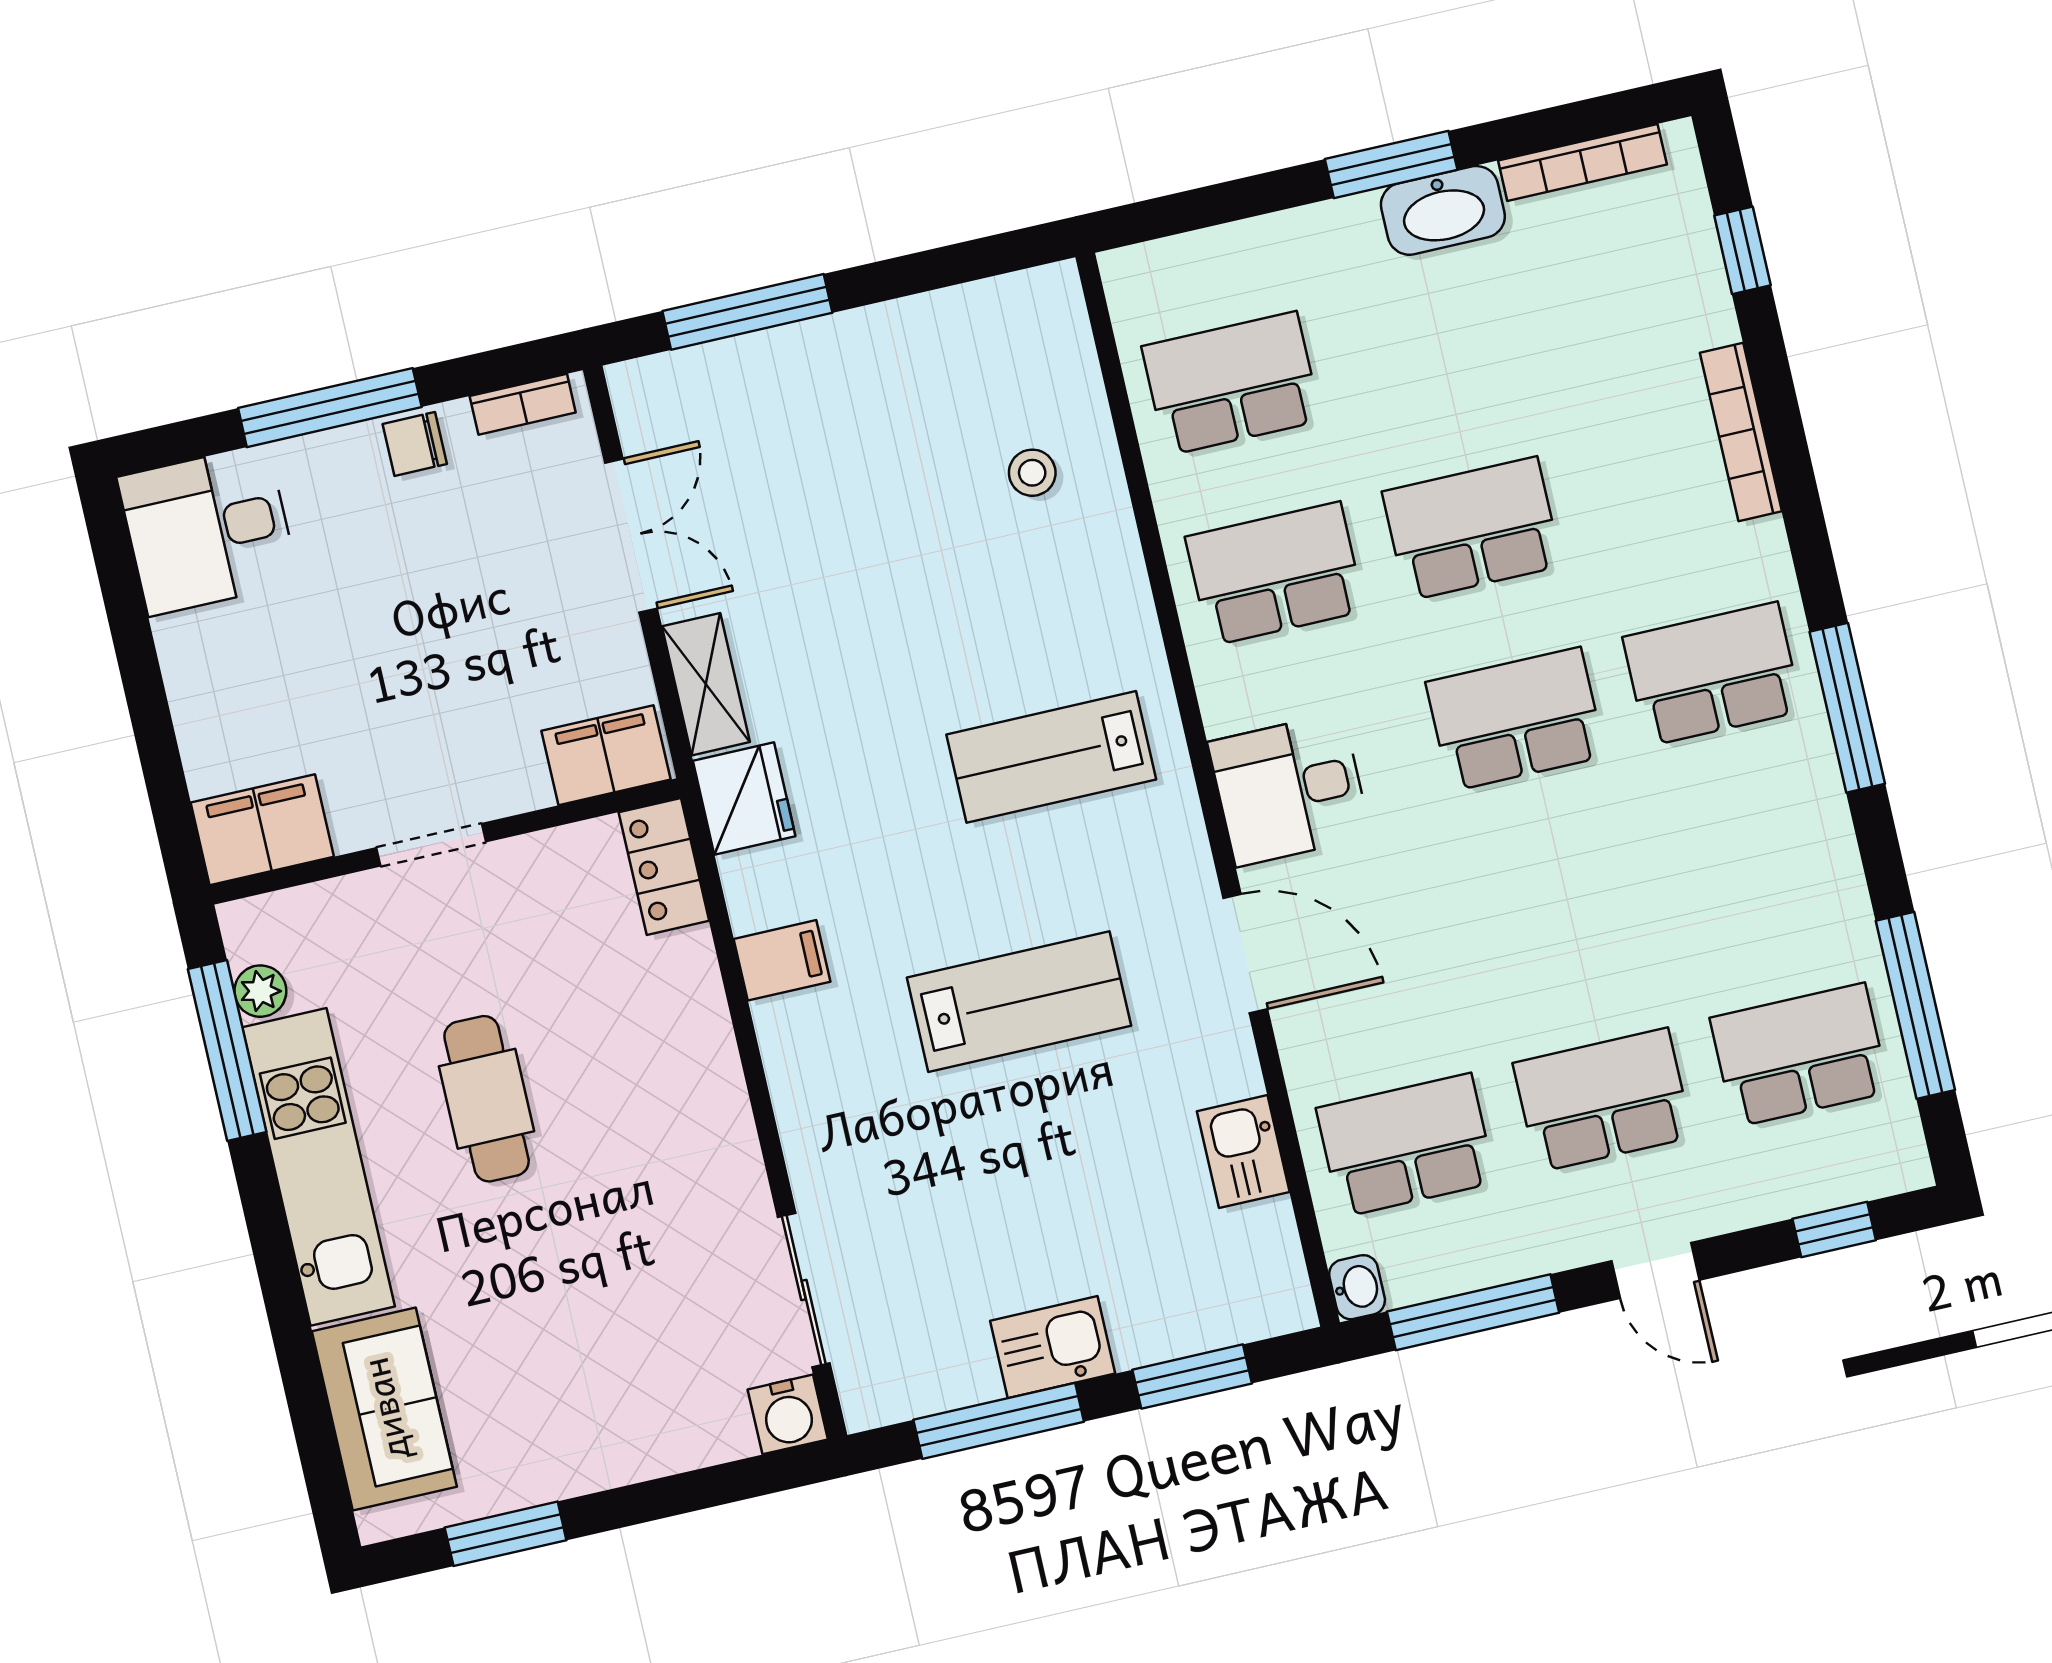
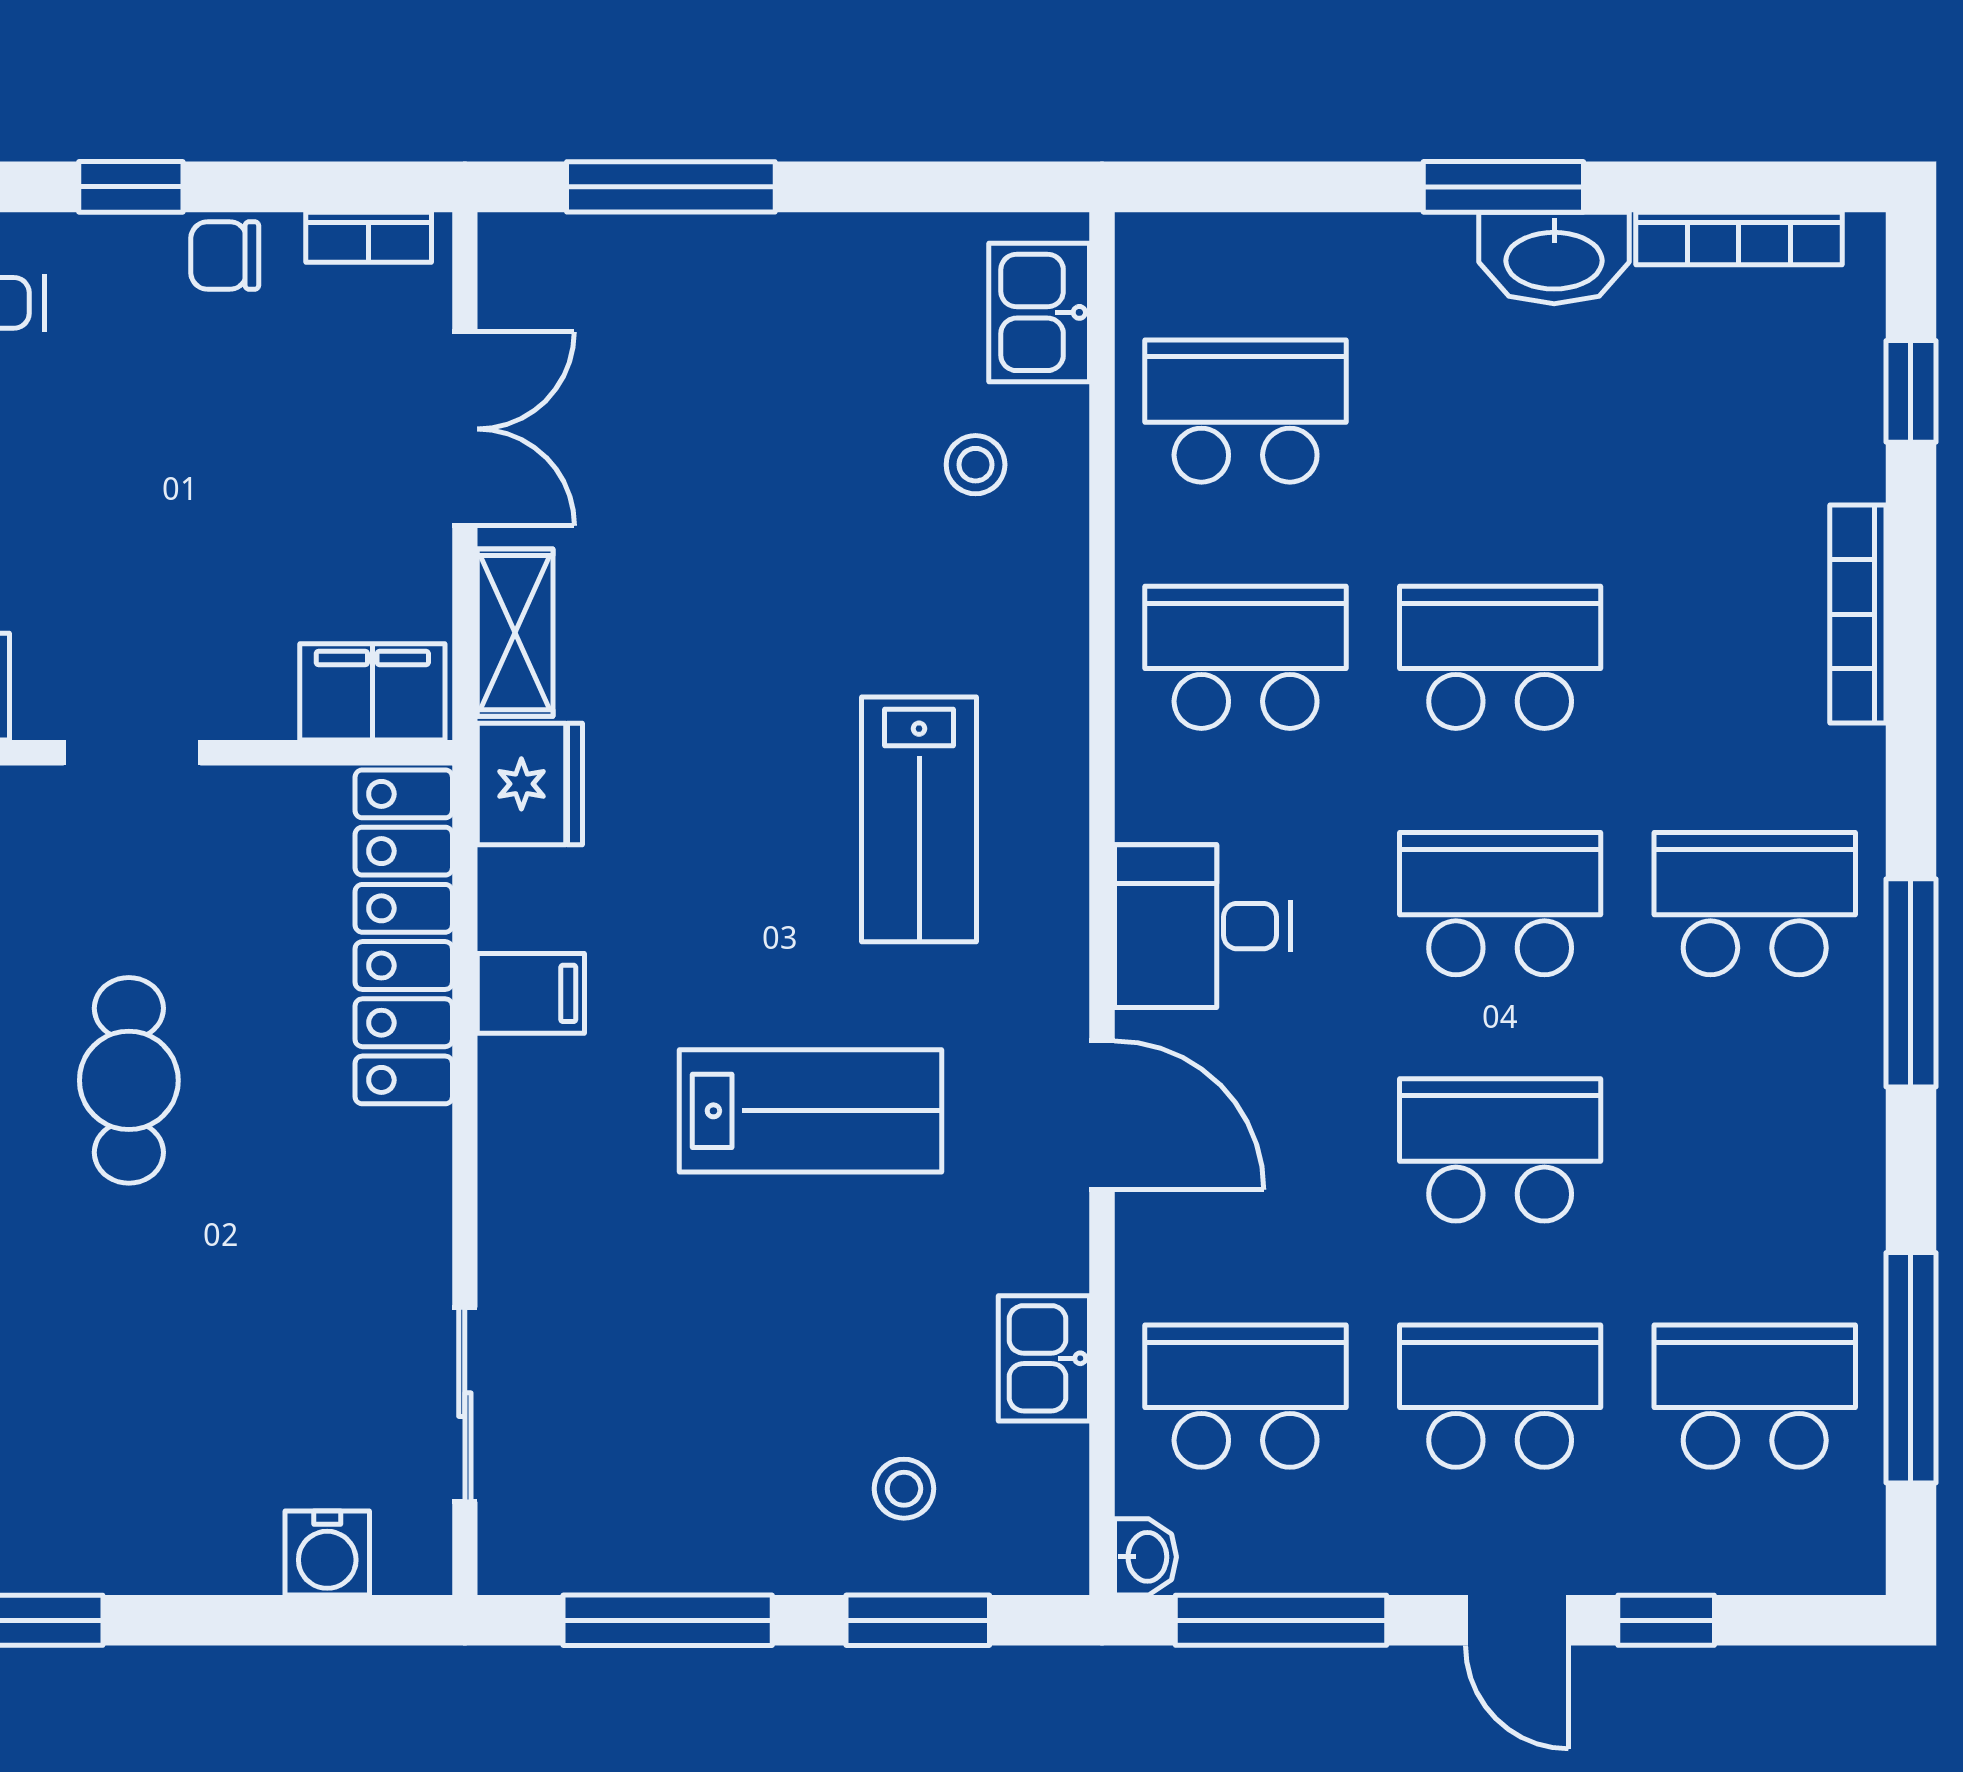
window: (330, 408) -> (131, 187), width x0.46
lab bench: (1051, 757) -> (919, 819), turned -90
locker: (664, 866) -> (404, 937), width x2.16, depth x1.21
school desk: (1559, 910) -> (1500, 1150), added
window: (1834, 1230) -> (1666, 1620), moved
stool: (1158, 1277) -> (904, 1489), added
kitchen sink: (1053, 1347) -> (1039, 312), moved, turned -90
water cooler: (788, 1414) -> (327, 1553), moved

